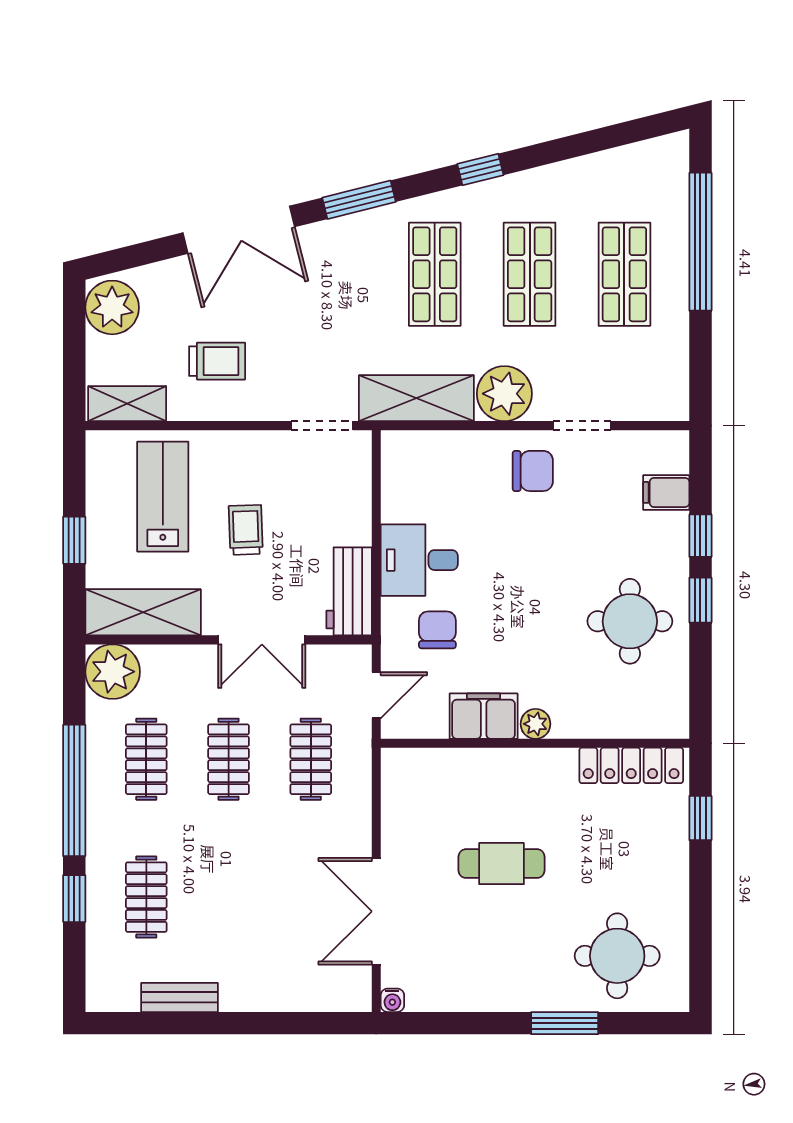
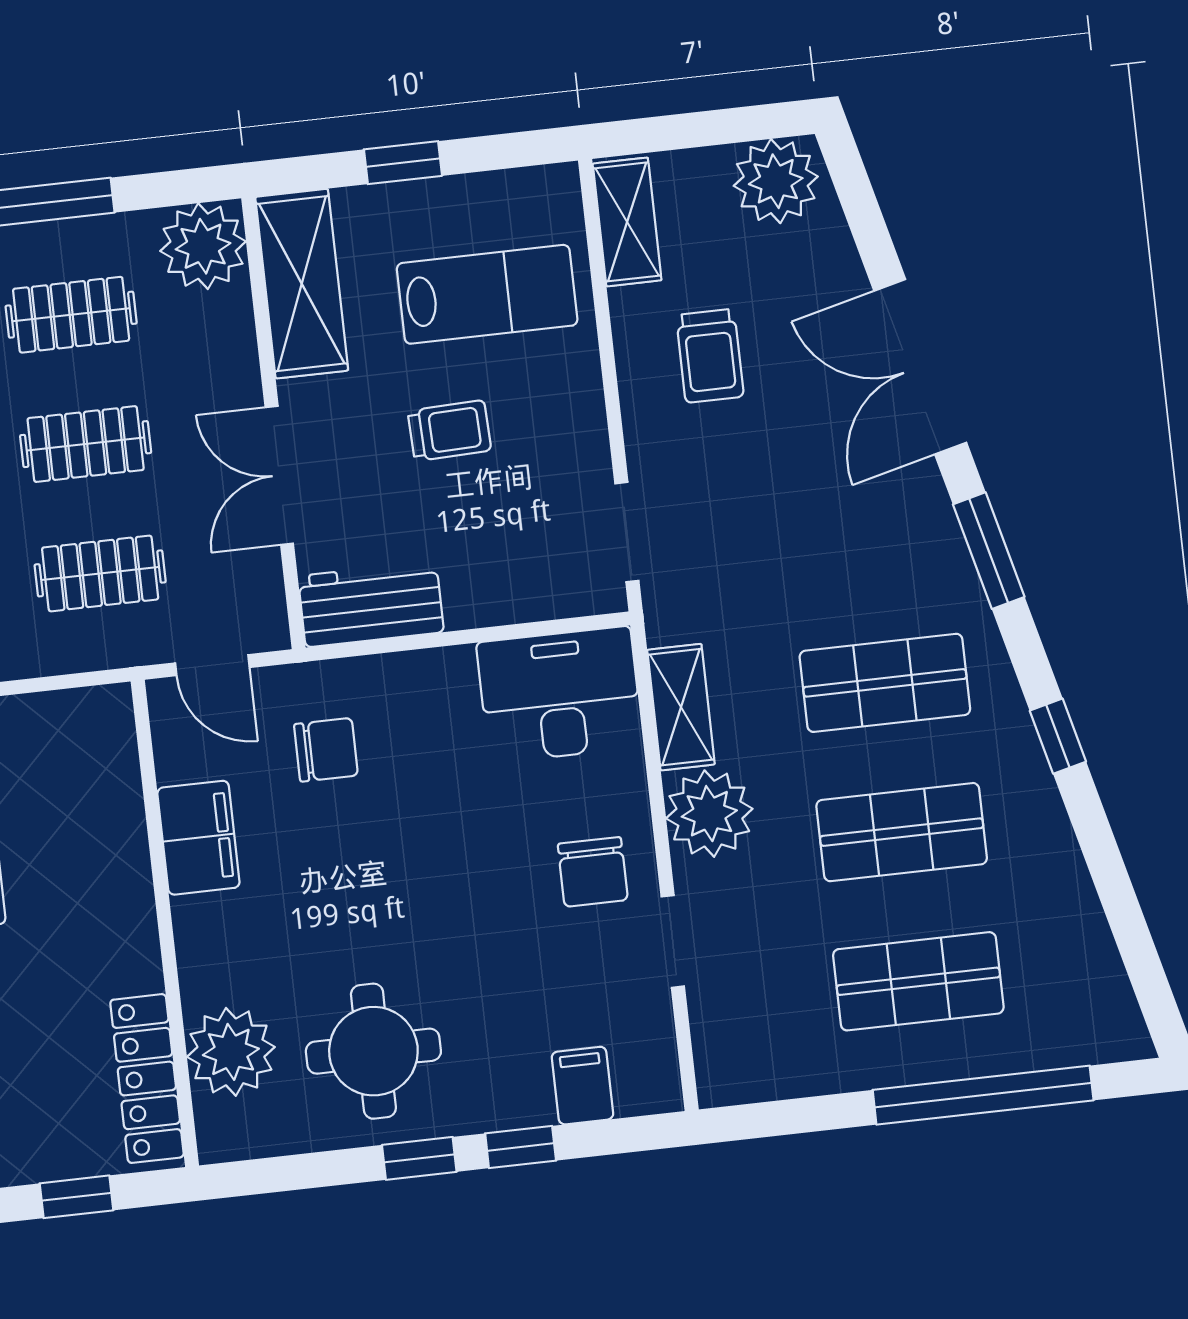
shelving: (416, 398) -> (681, 707), width x0.67, depth x0.75
desk: (419, 560) -> (560, 695), moved, width x1.37
plant: (536, 724) -> (231, 1052), moved, width x1.88, depth x1.88

